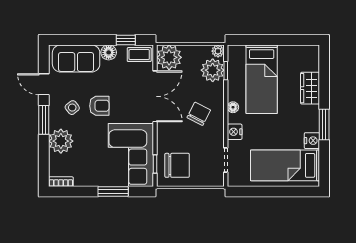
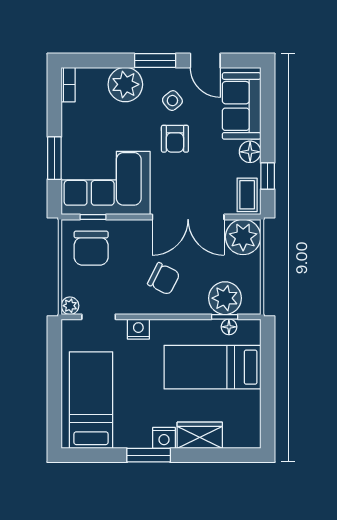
plant: (218, 51) -> (70, 306), moved
door: (44, 84) -> (205, 60), swing flipped
floor lamp: (233, 107) -> (229, 327), moved
nightstand: (312, 141) -> (164, 438), moved

